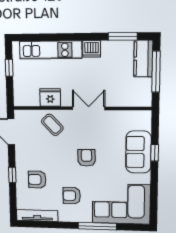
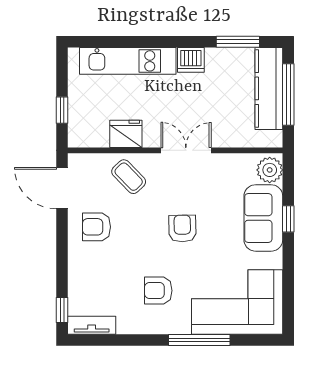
kitchen counter: (143, 59) -> (269, 88), width x1.50
window: (9, 68) -> (62, 110), moved
plant: (143, 121) -> (270, 170), added
window: (12, 175) -> (62, 310), moved
armchair: (37, 179) -> (96, 227), moved
tv unit: (37, 215) -> (92, 325), width x0.71

